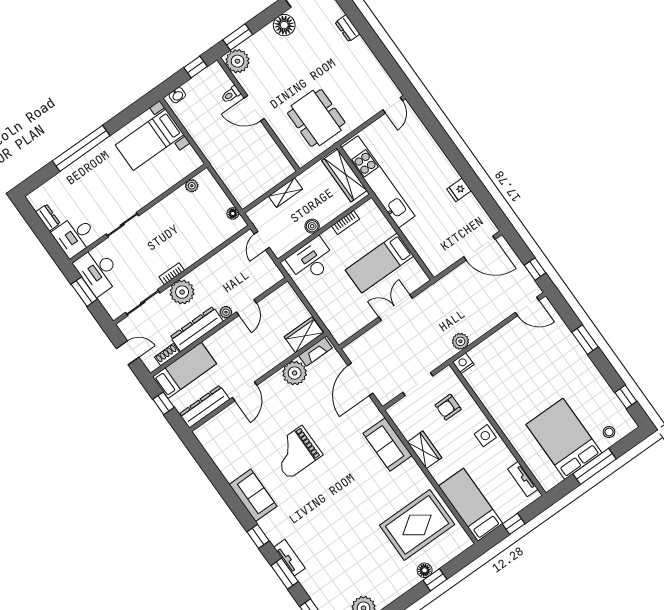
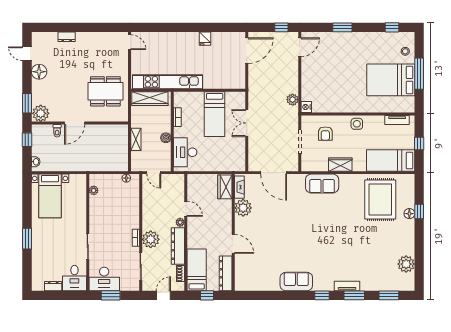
window: (81, 148) -> (27, 239), width x0.47
grand piano: (295, 452) -> (289, 240), removed

